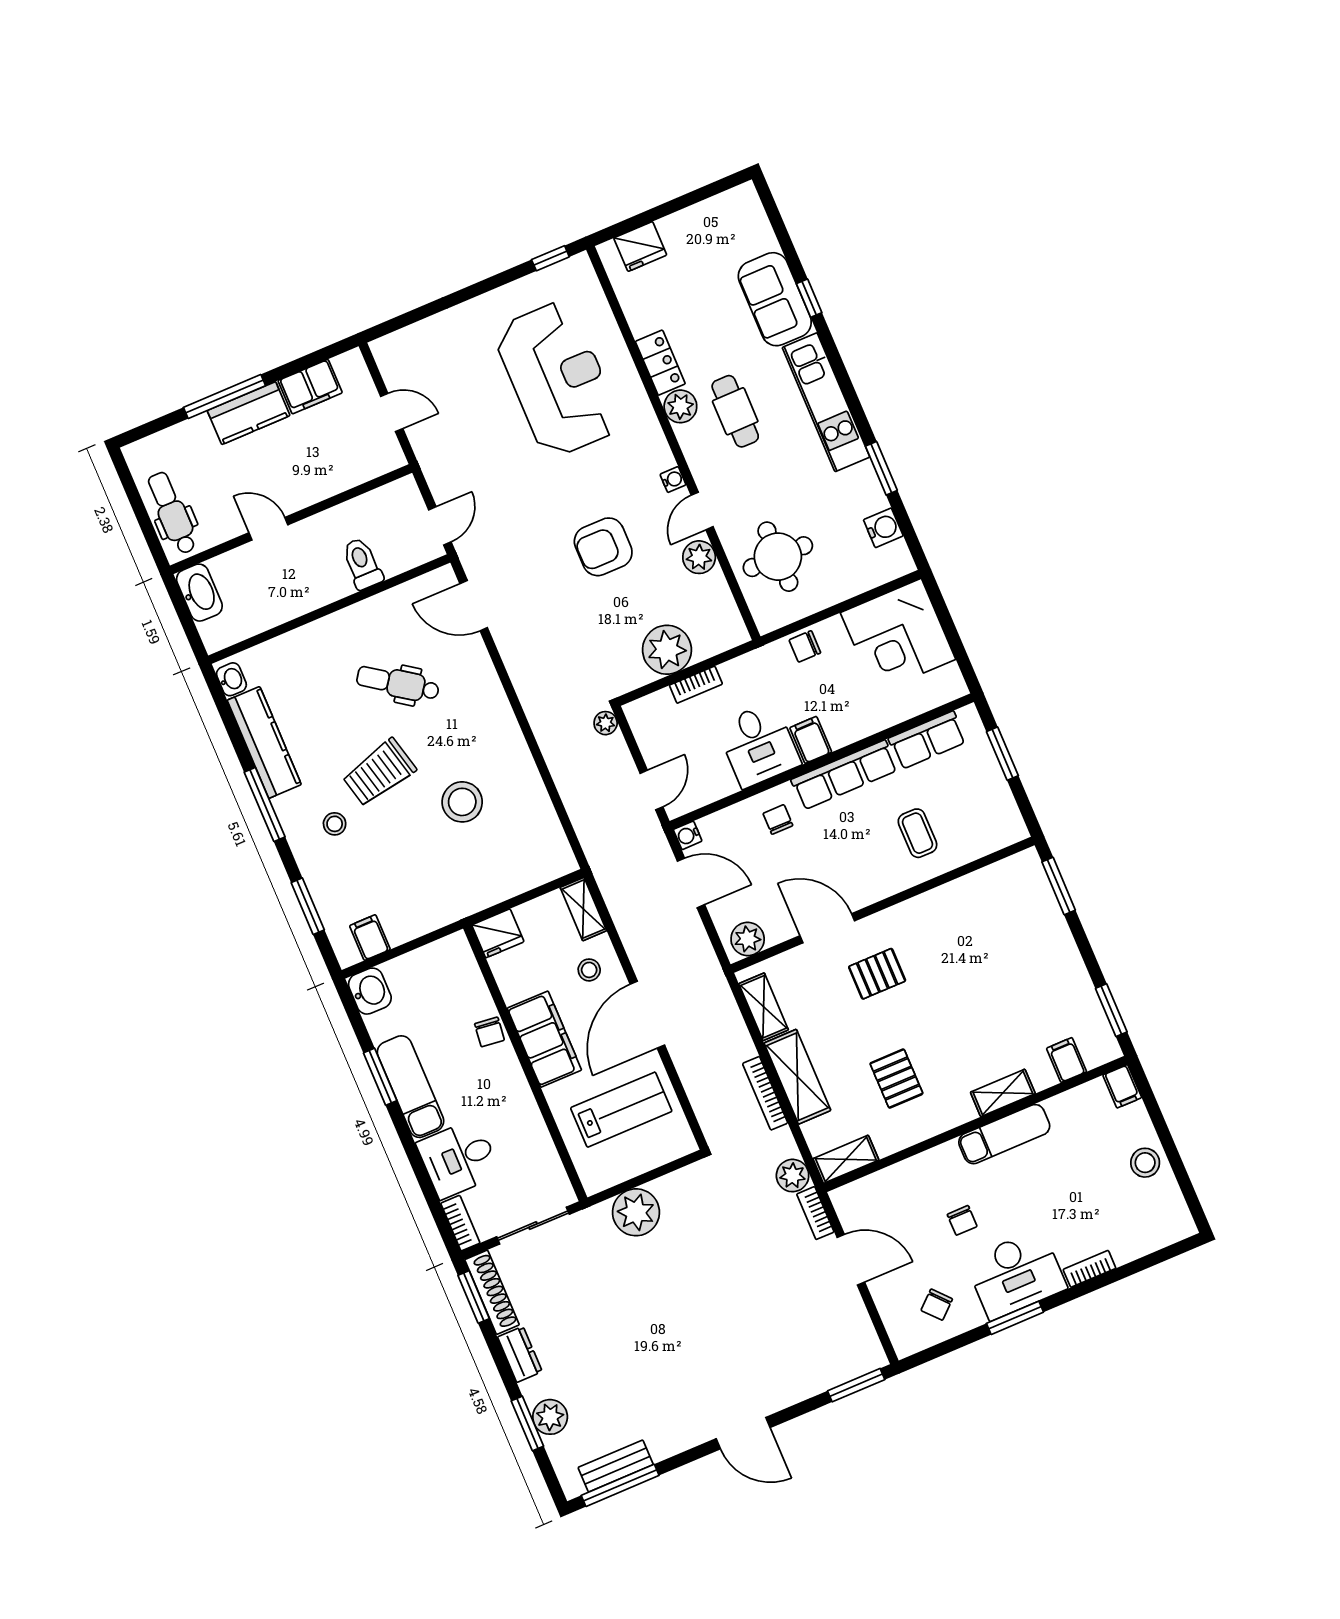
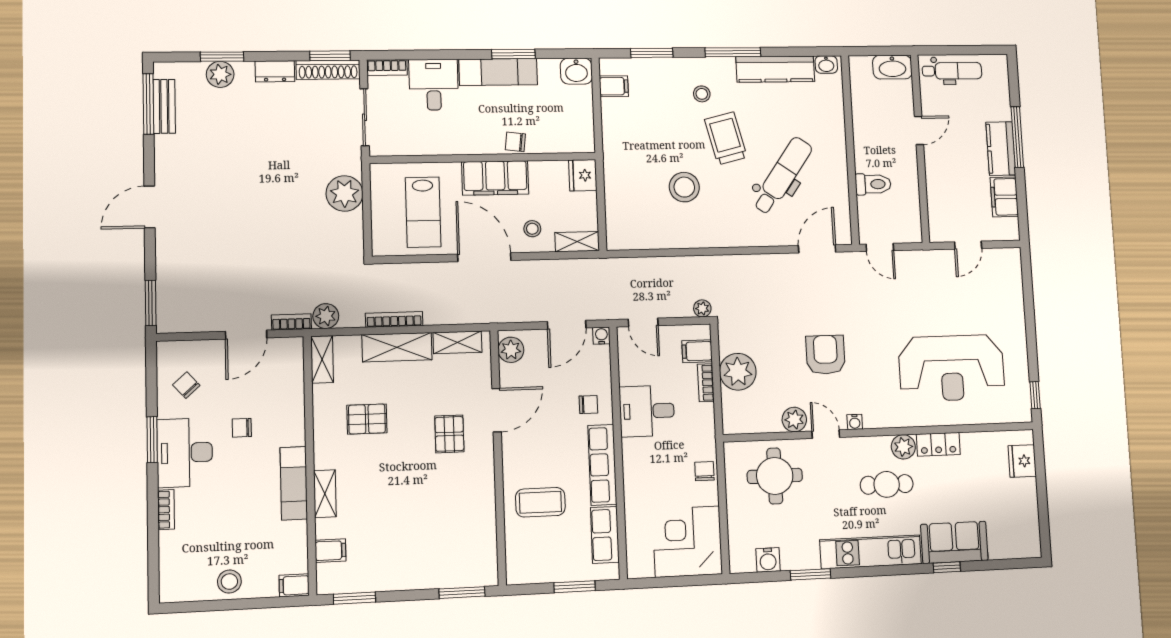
dental chair: (398, 683) -> (782, 176), width x1.36, depth x1.38
filing cabinet: (811, 740) -> (697, 351), moved, turned 180
coffee table: (917, 833) -> (540, 502), width x1.36, depth x1.30

